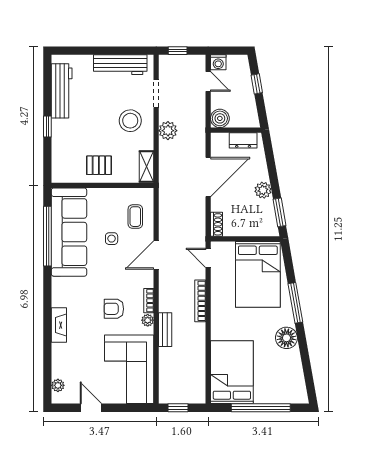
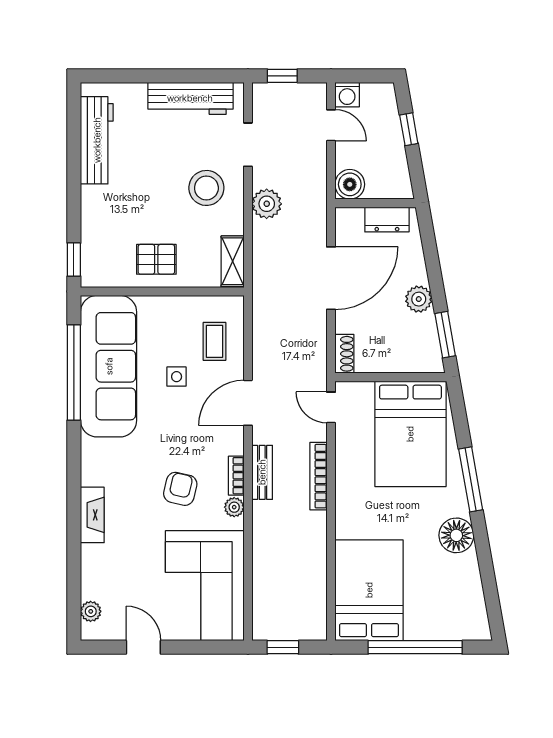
window: (47, 127) -> (74, 260), moved
armchair: (114, 309) -> (180, 489), turned 103
bench: (165, 330) -> (262, 472), moved

